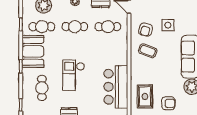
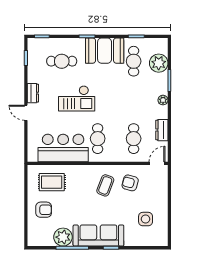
side table: (168, 25) -> (146, 219), moved
cafe table: (75, 27) -> (98, 139), moved
checkout: (74, 75) -> (77, 98), turned 180
armchair: (168, 103) -> (44, 210), turned -90

